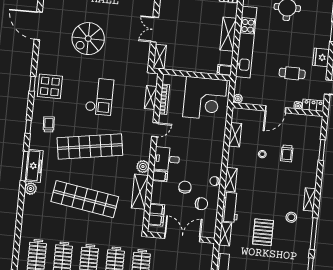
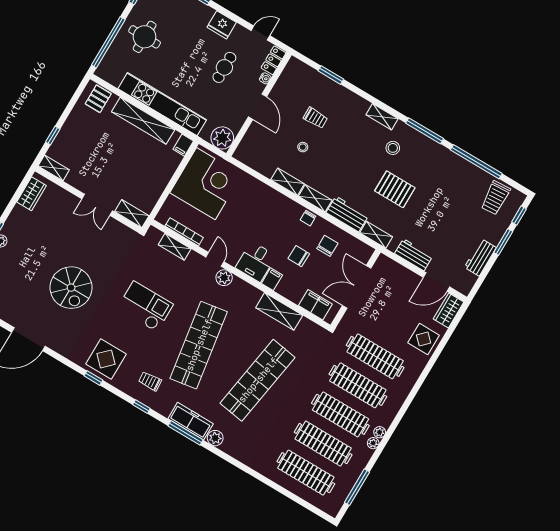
shelving: (228, 34) -> (143, 121), width x1.47
plant: (238, 99) -> (222, 138), width x1.87, depth x1.87
shelving: (235, 135) -> (288, 182), moved
plant: (143, 167) -> (224, 278), moved

